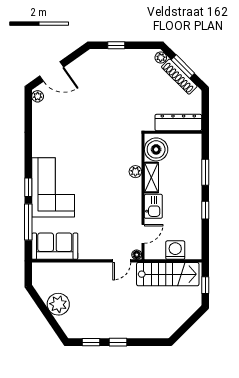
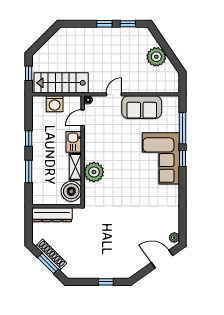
plant: (161, 58) -> (67, 271), removed
plant: (135, 172) -> (94, 172), width x1.87, depth x1.87
sofa: (55, 246) -> (142, 107), moved
door: (122, 261) -> (114, 94), moved

